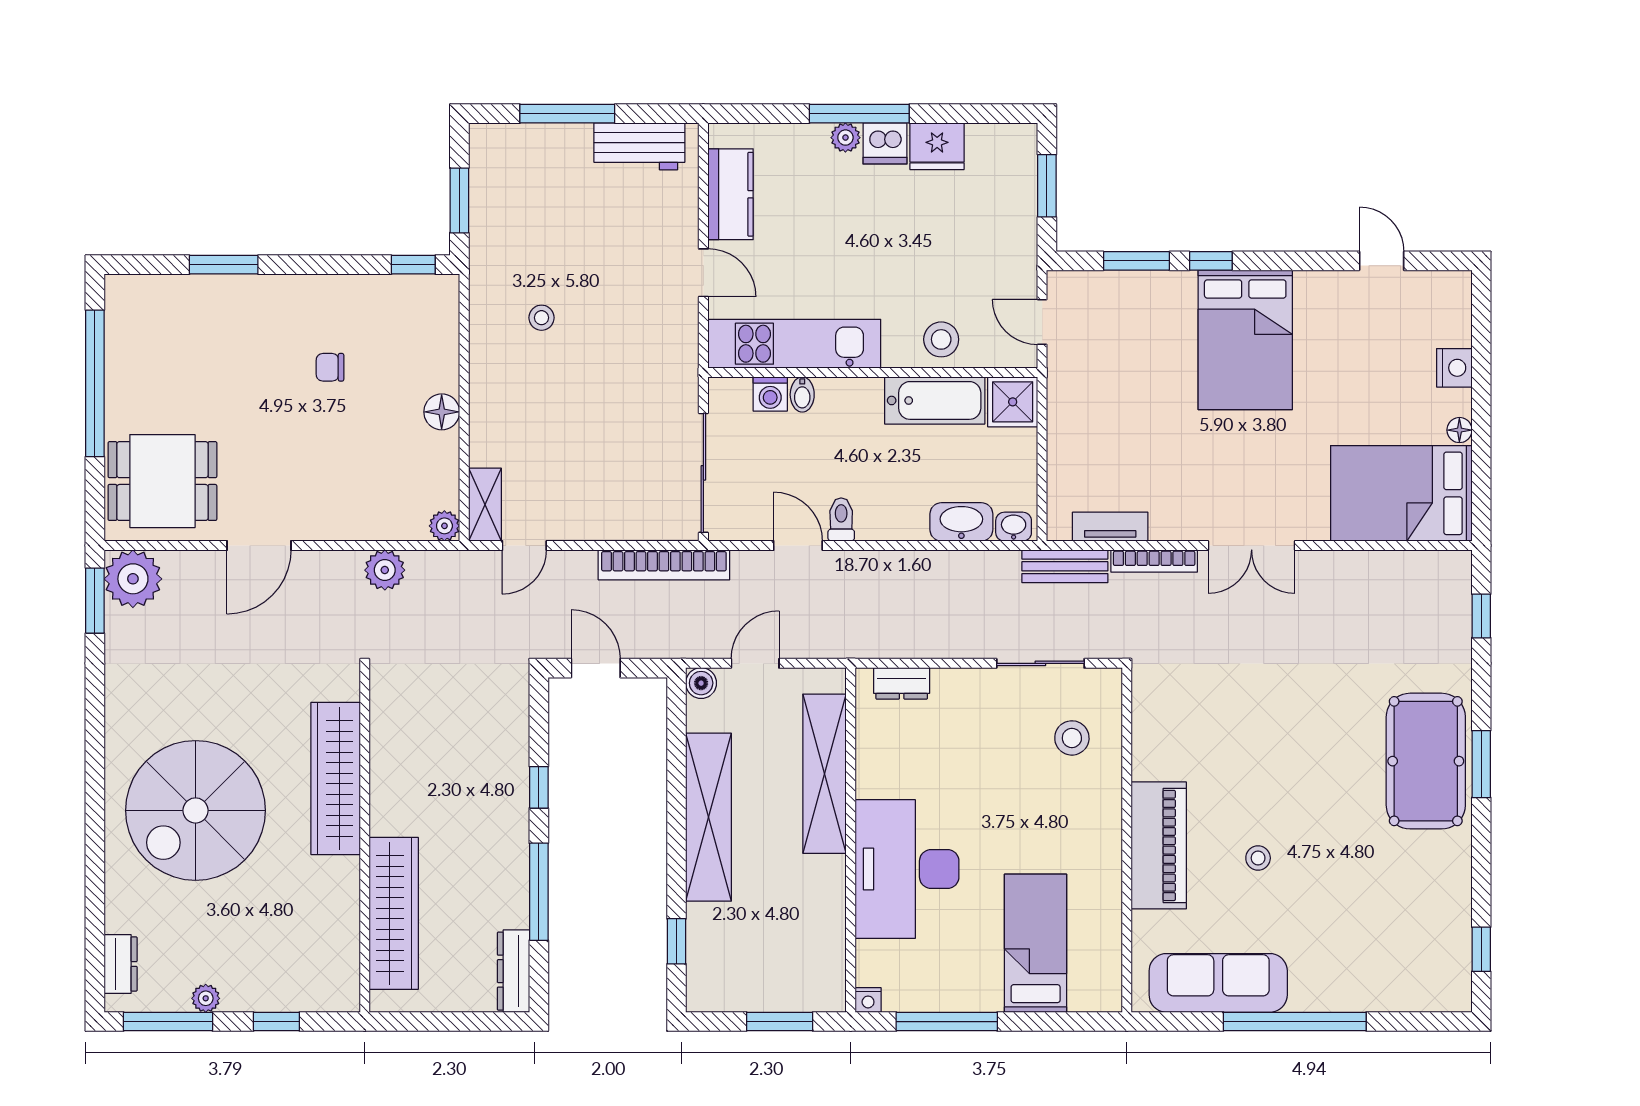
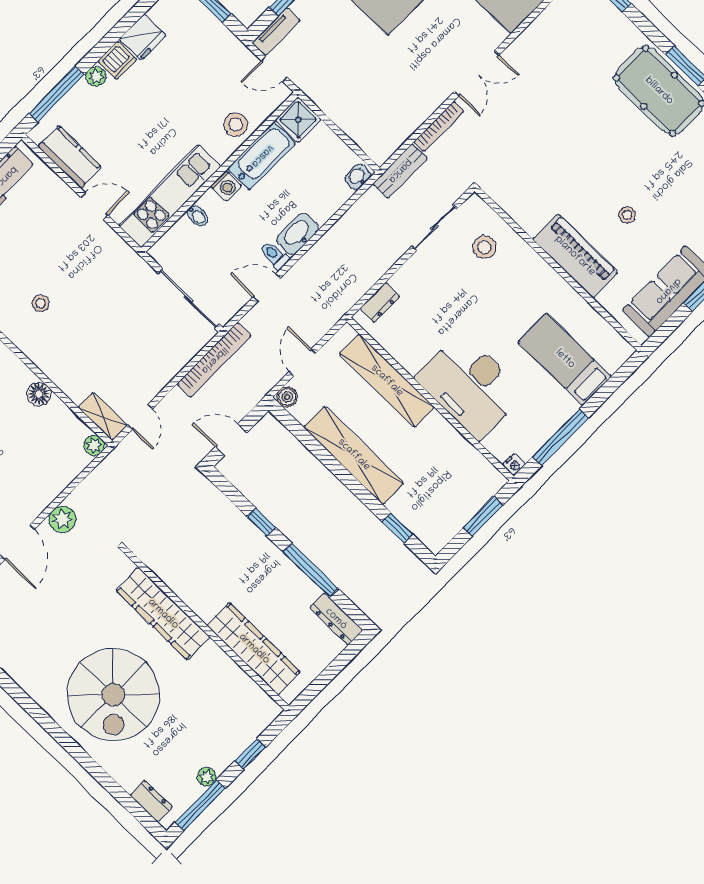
window: (859, 114) -> (57, 94), moved
washing machine: (770, 394) -> (226, 186), moved
washbasin: (961, 522) -> (298, 234), moved
tv unit: (1110, 527) -> (276, 32), moved, turned 180
plant: (385, 570) -> (62, 519), moved

